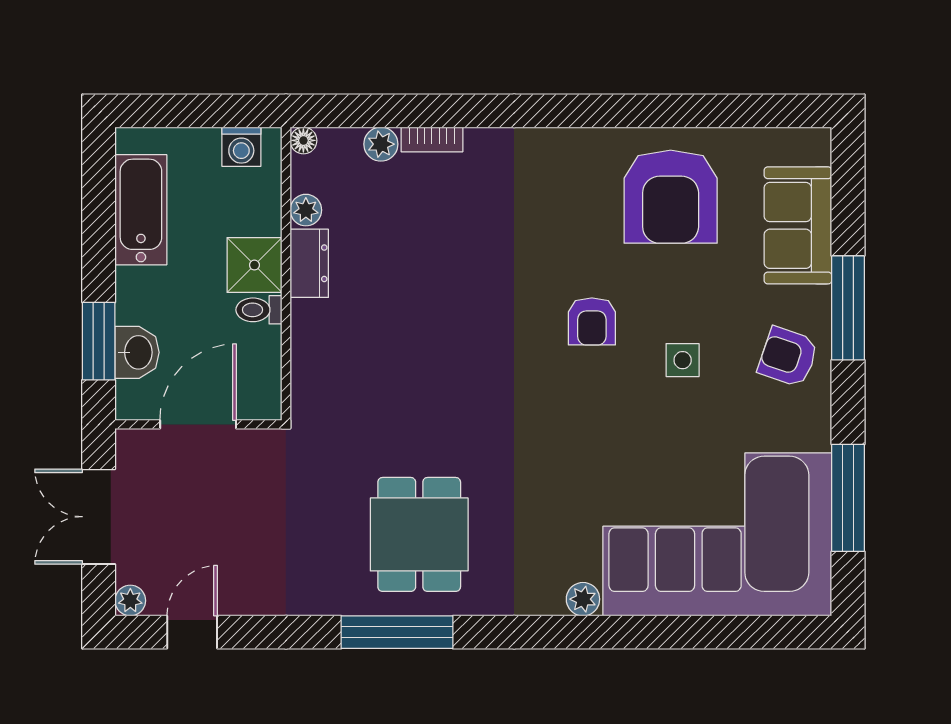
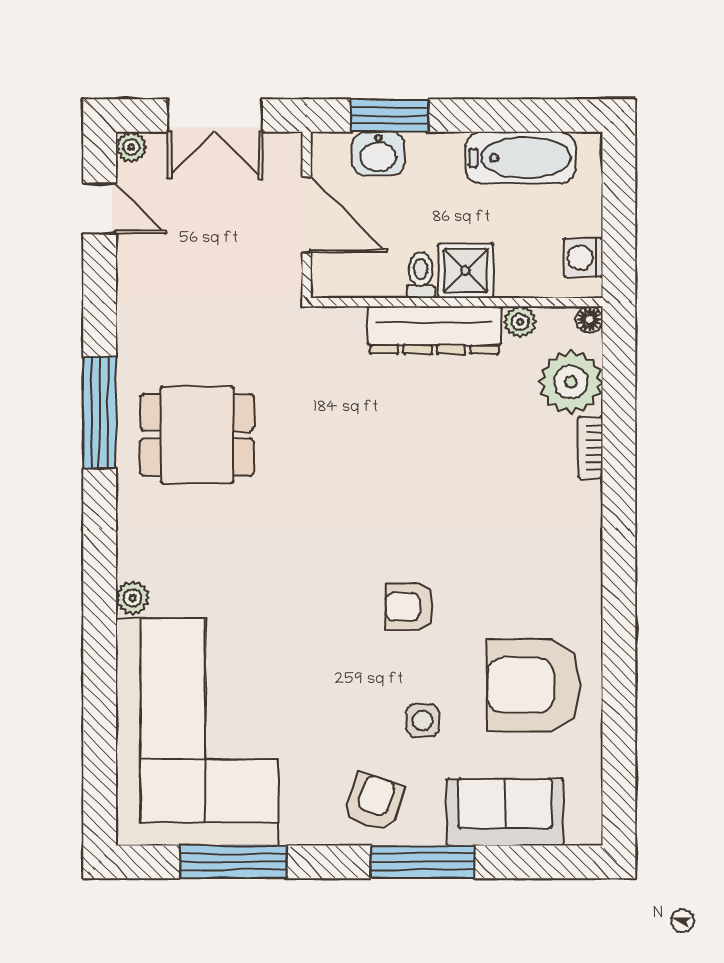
plant: (381, 144) -> (571, 382), width x1.87, depth x1.87
dresser: (309, 263) -> (434, 330), width x1.96, depth x1.24
side table: (683, 360) -> (422, 721), moved
double door: (99, 517) -> (215, 116), swing flipped

